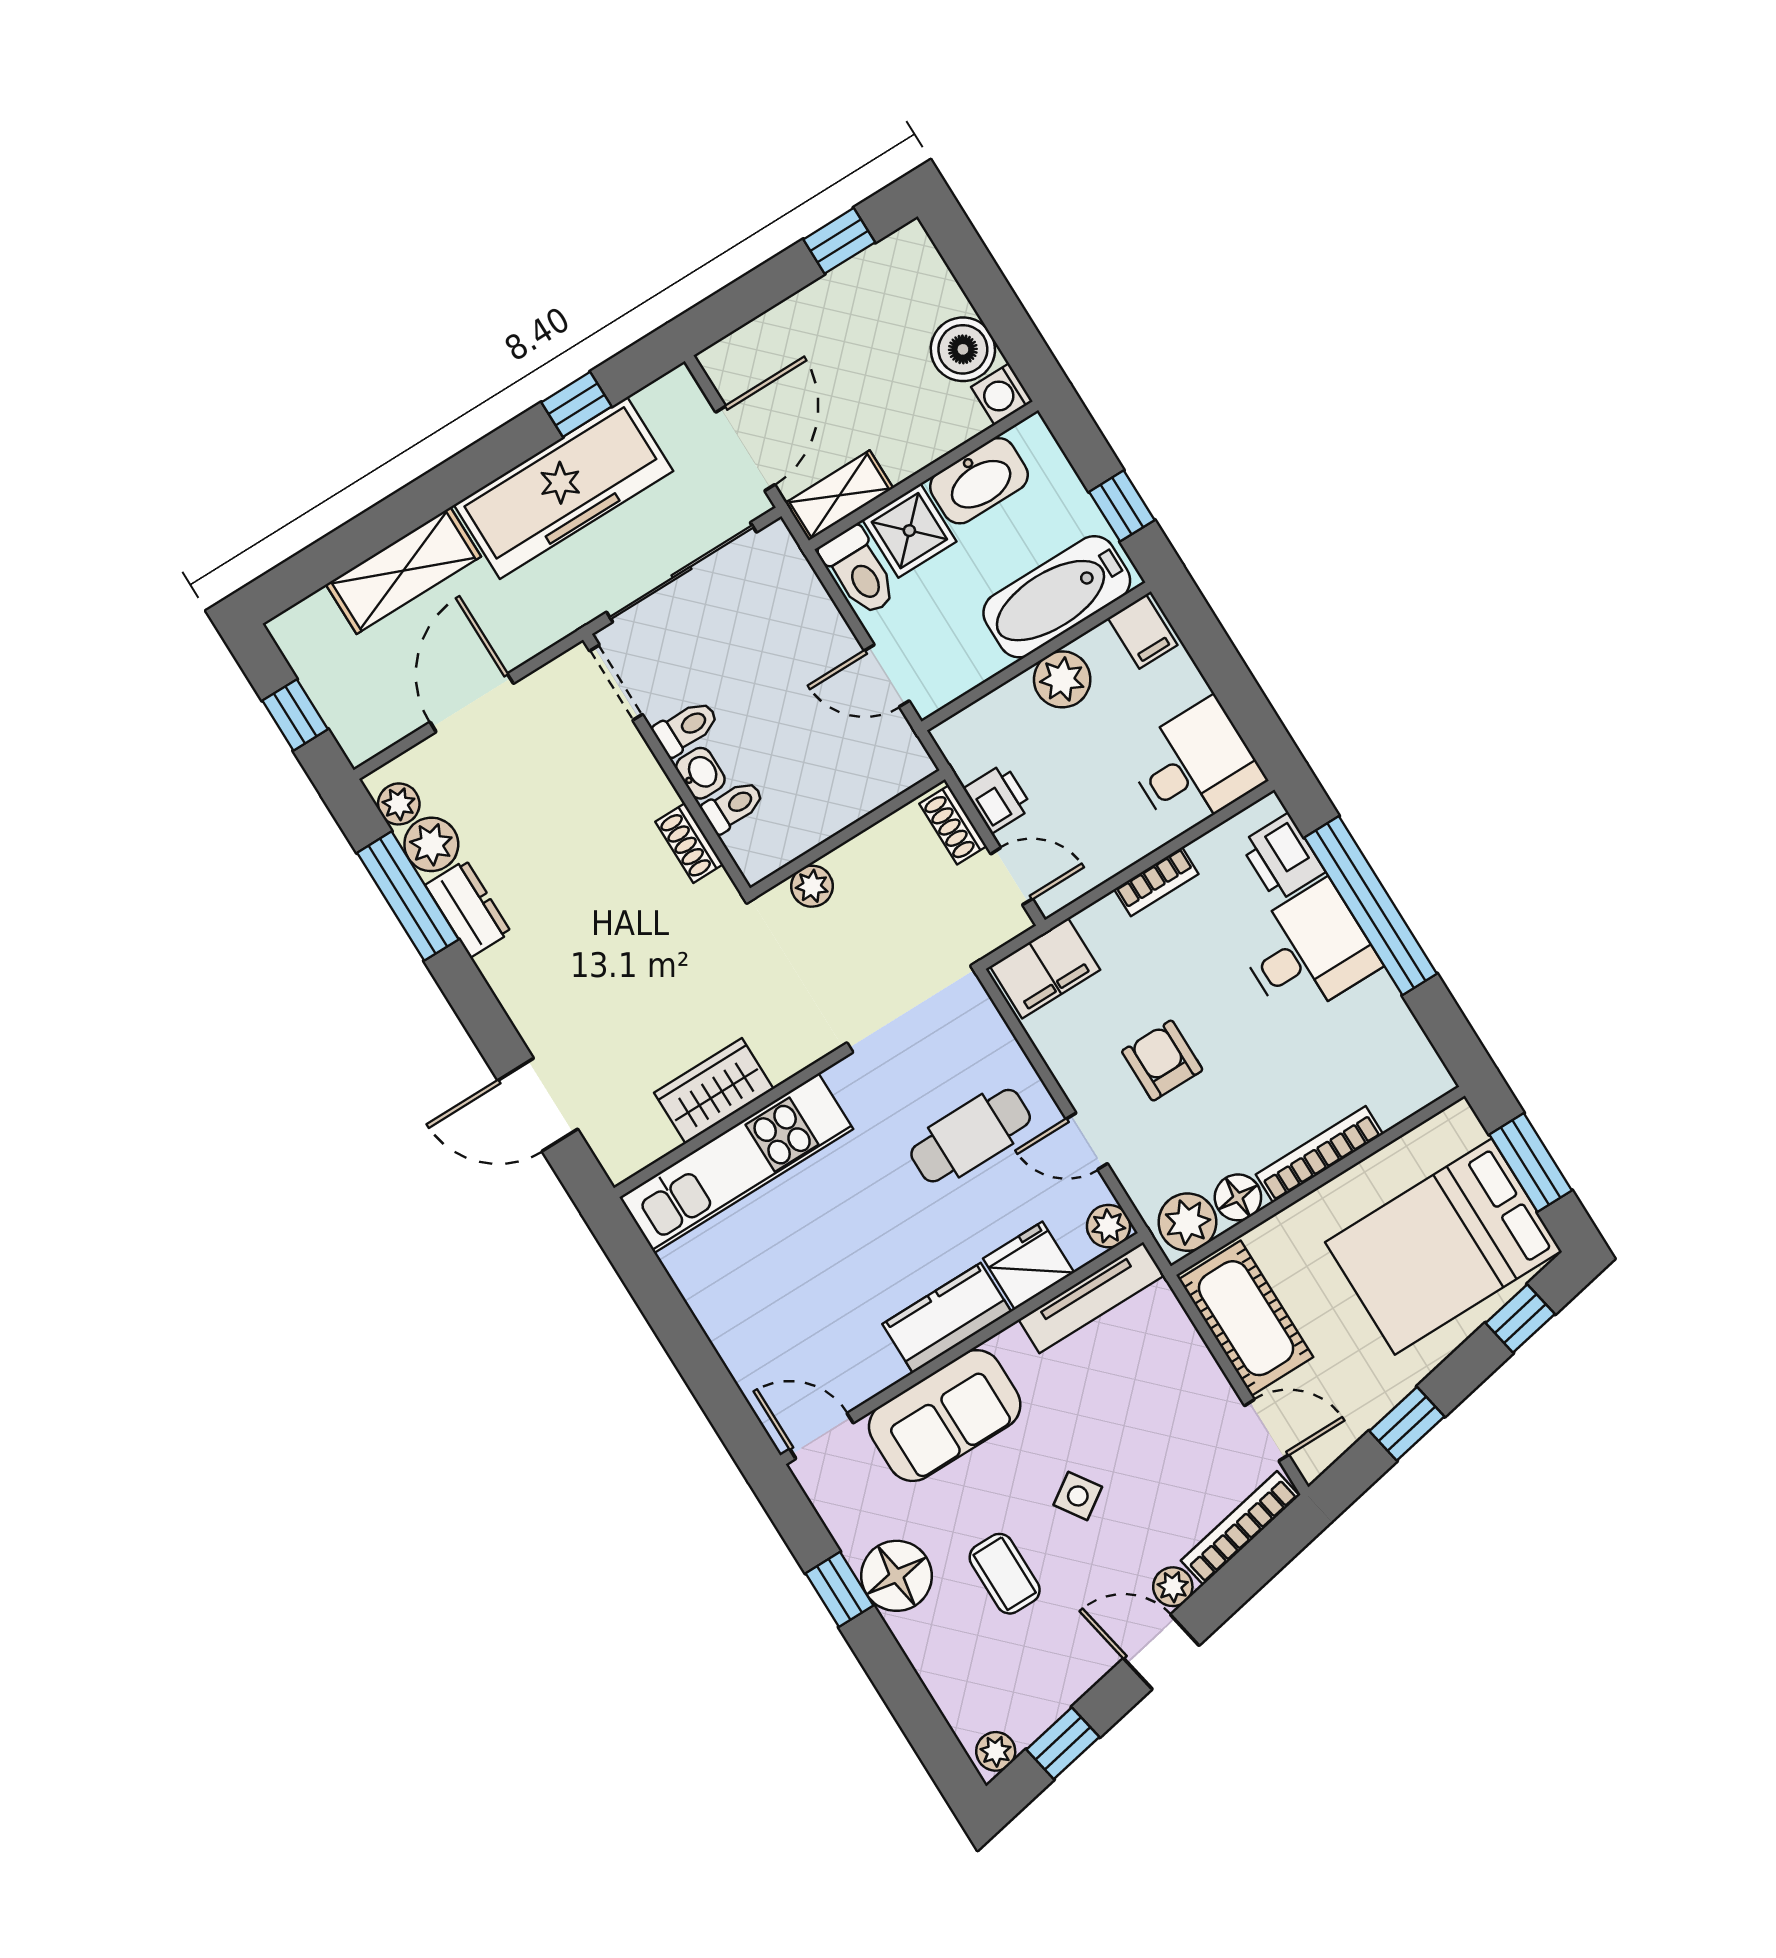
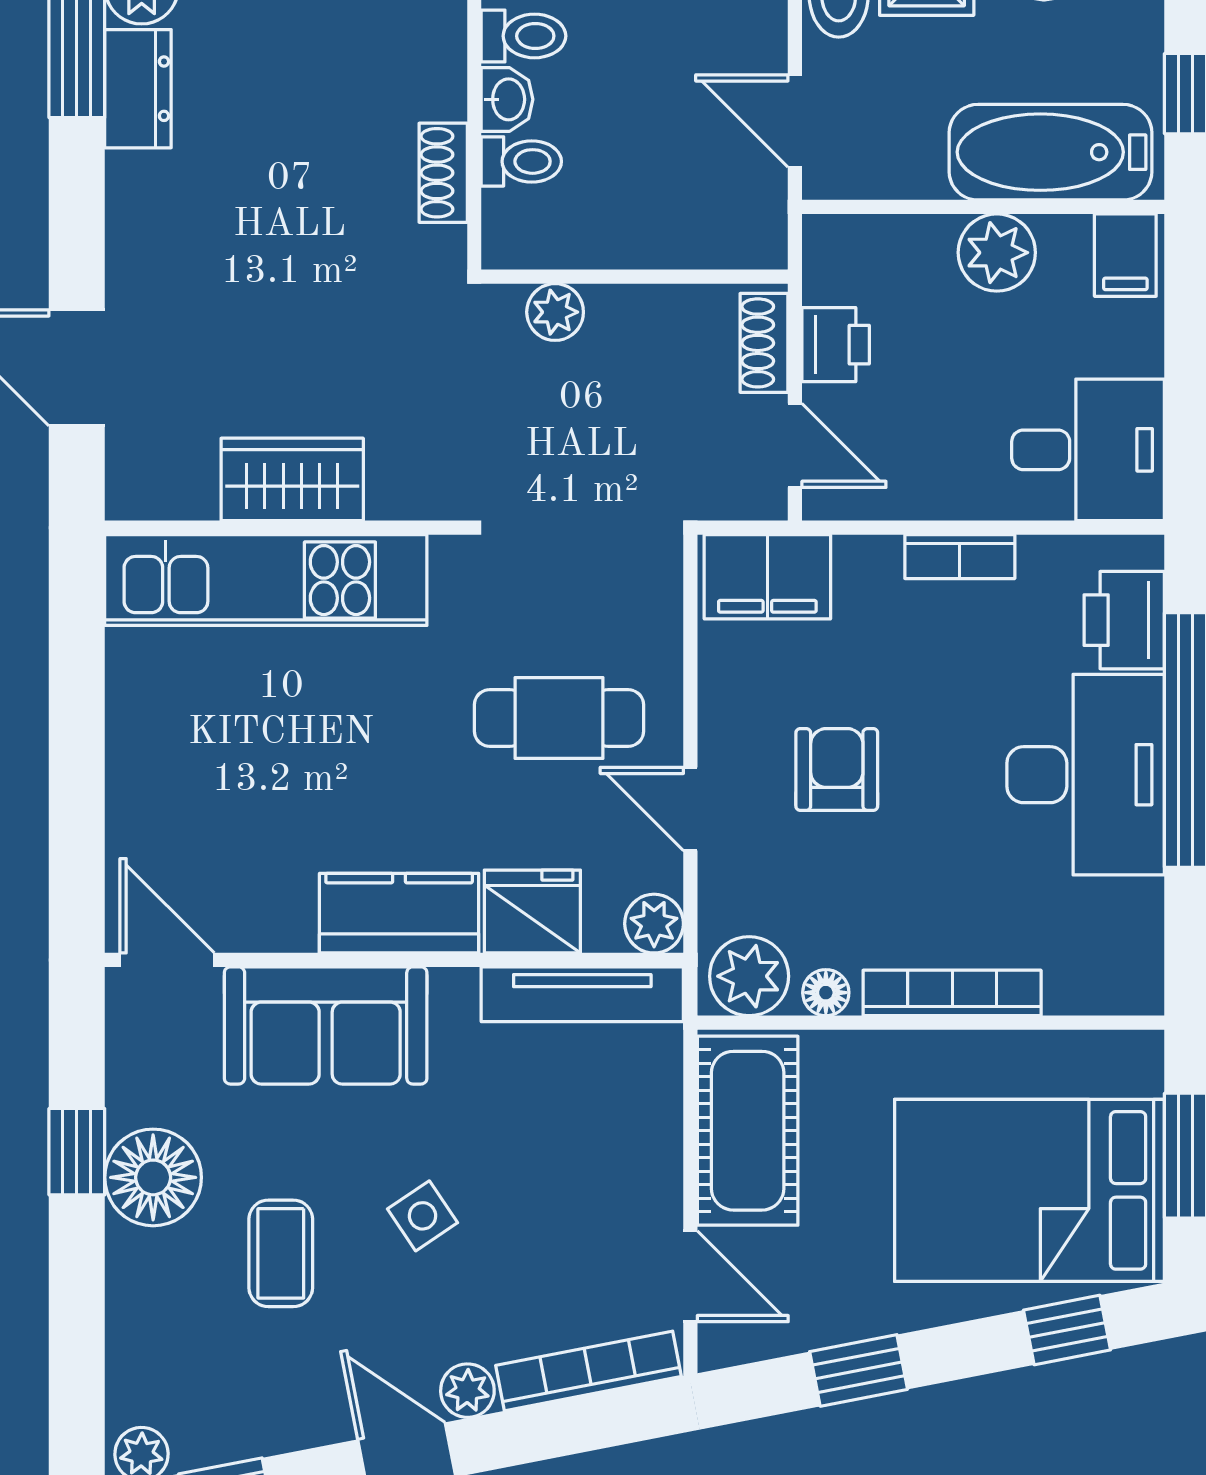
desk: (1308, 951) -> (1086, 775), width x1.37
floor lamp: (1238, 1197) -> (826, 993), width x0.73, depth x0.73

